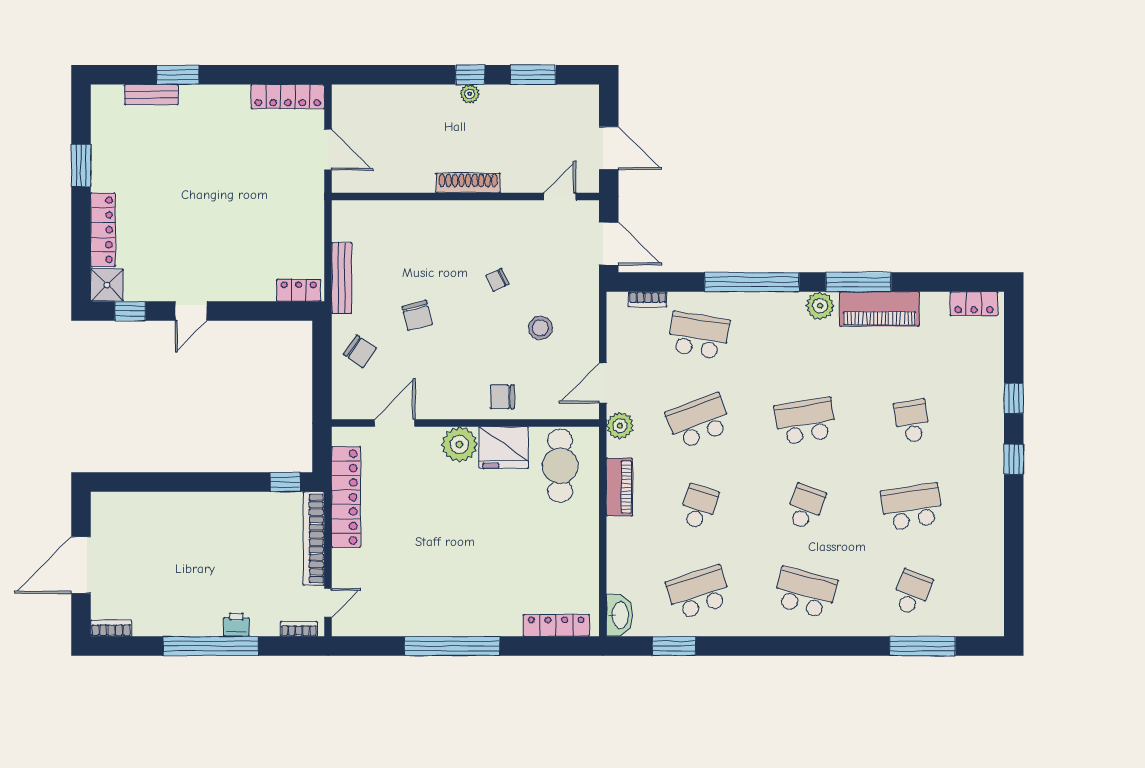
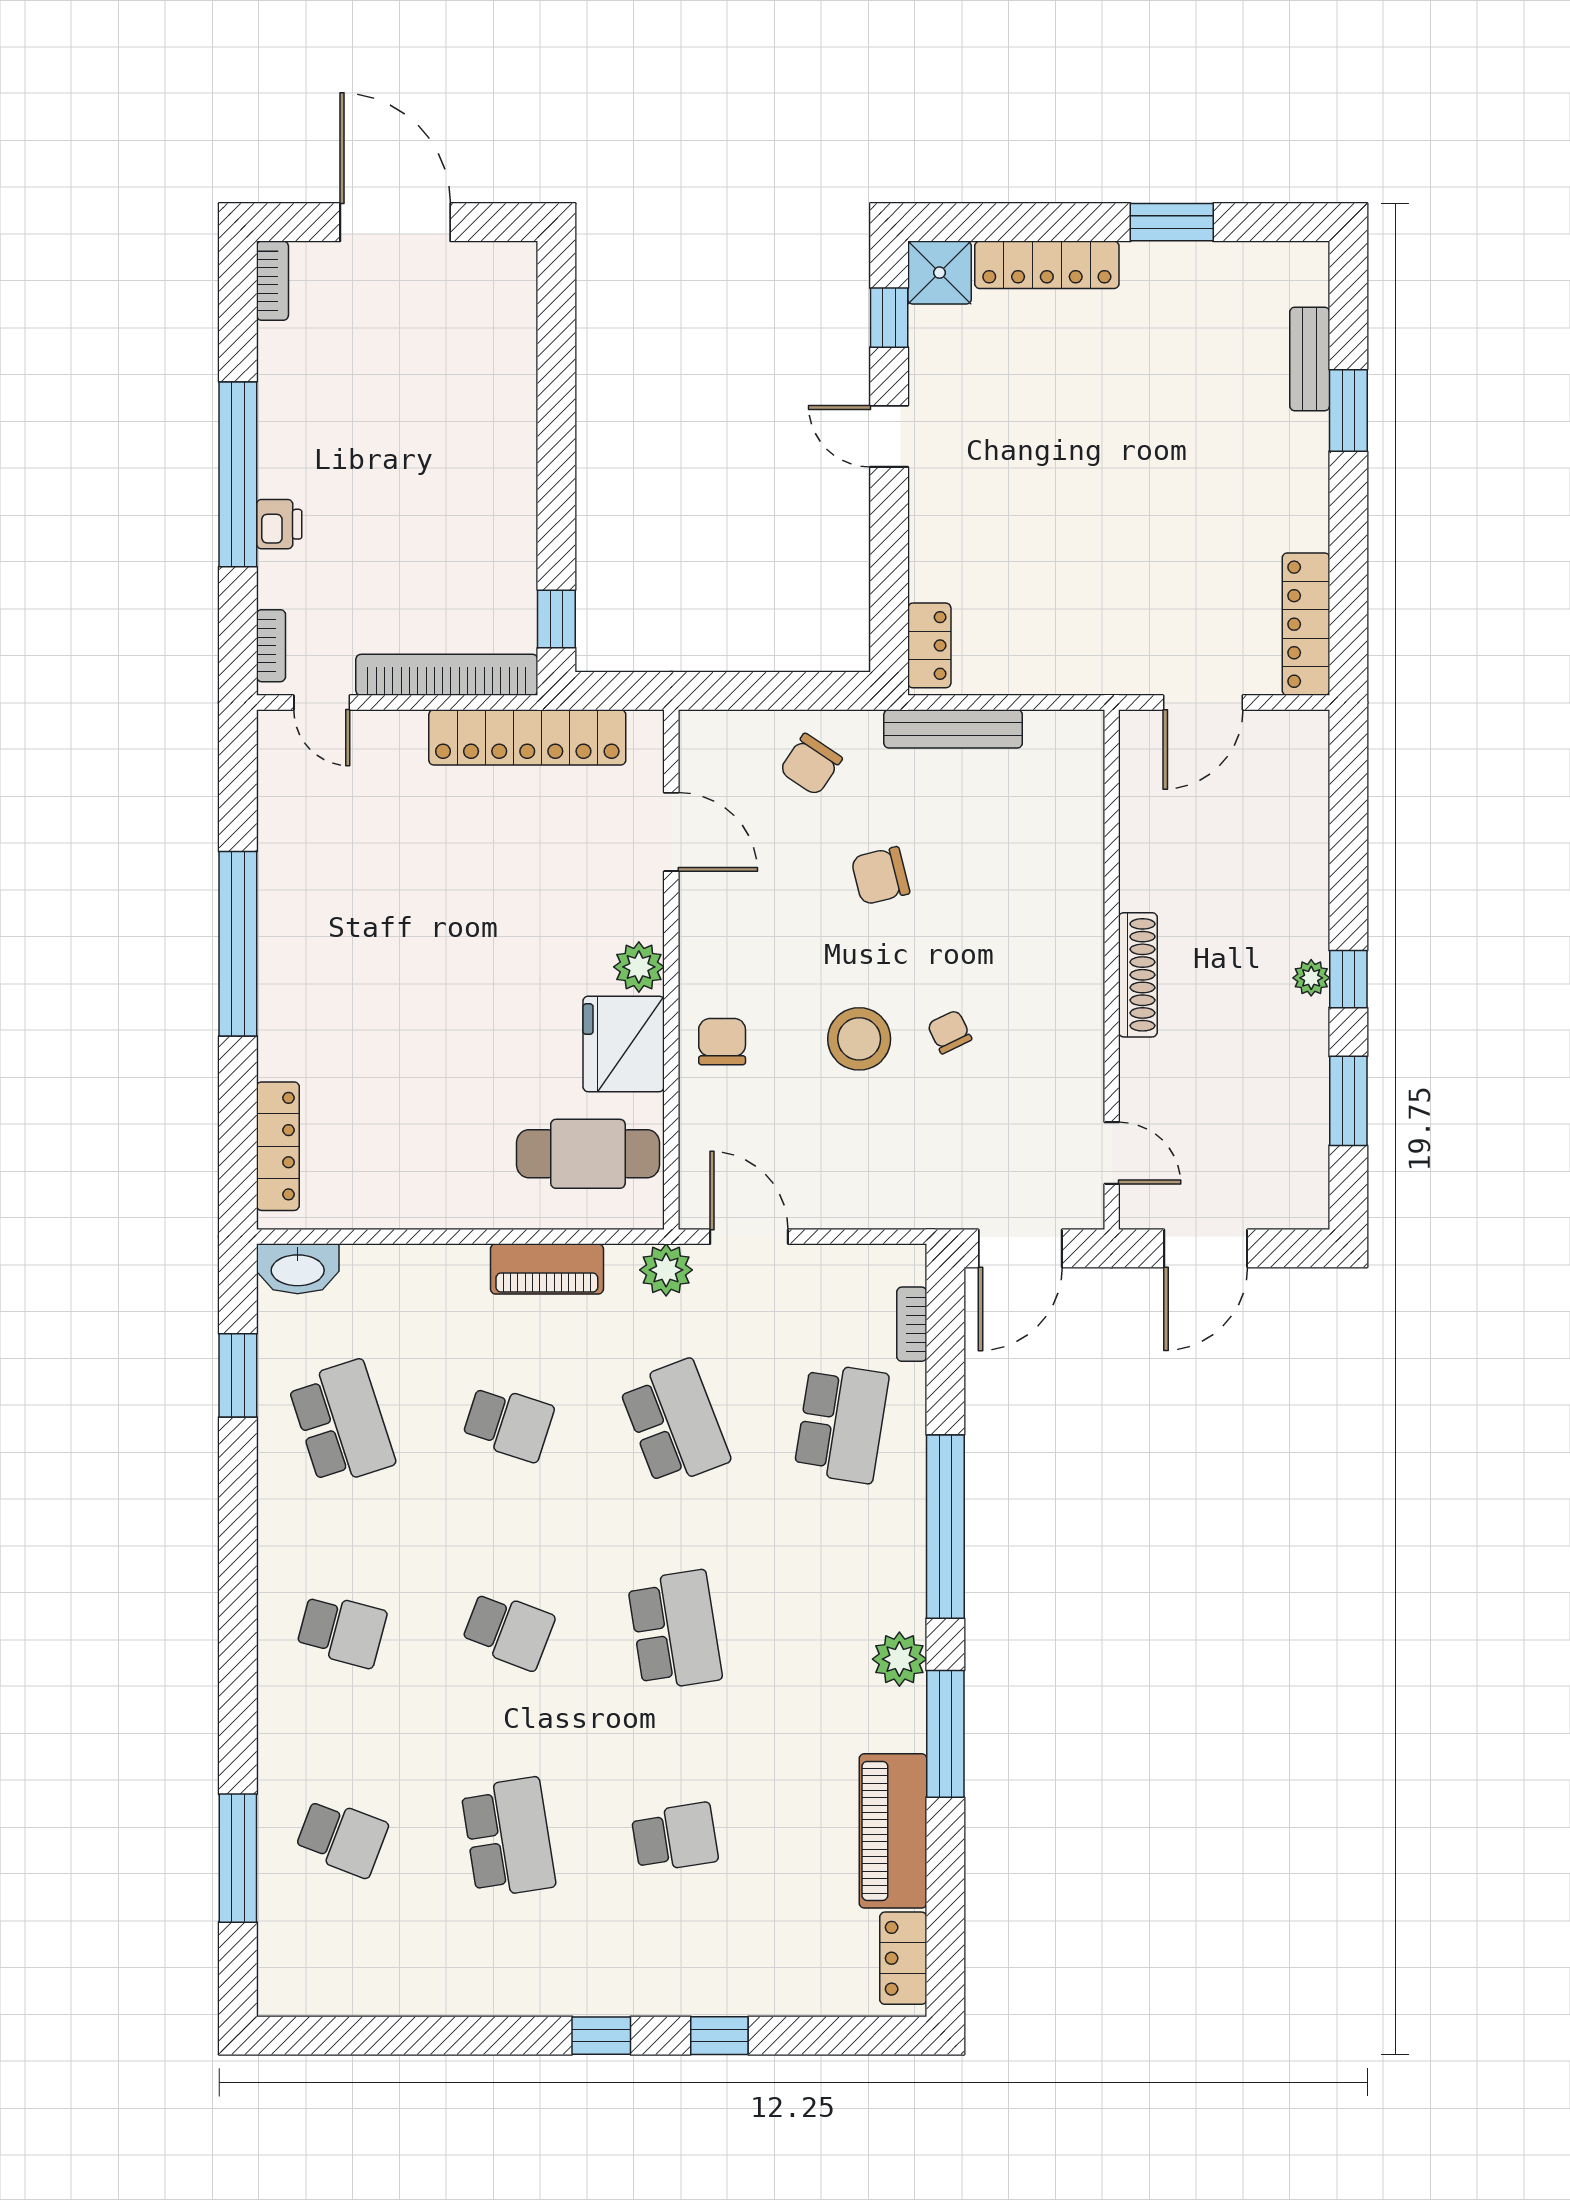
piano: (880, 309) -> (893, 1831), moved
stool: (540, 328) -> (859, 1039), moved, width x1.38, depth x1.38
plant: (459, 444) -> (639, 967), width x0.73, depth x0.73
school desk: (805, 593) -> (342, 1630), width x0.54

